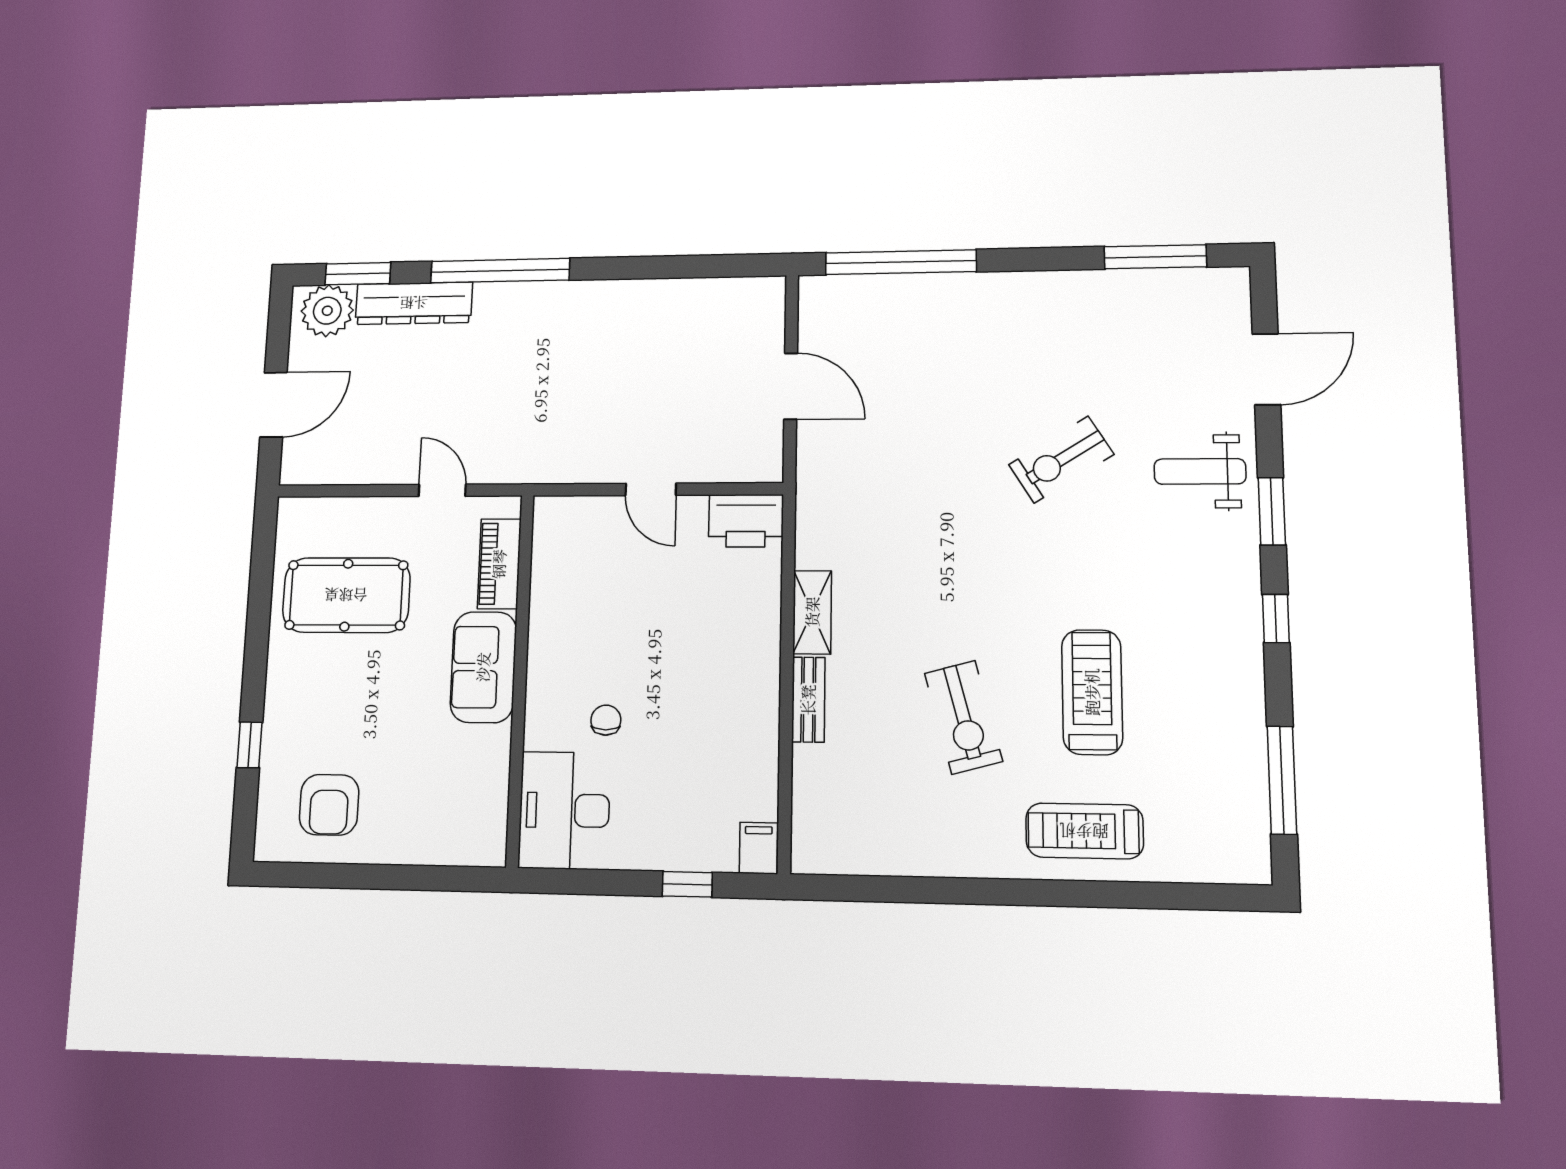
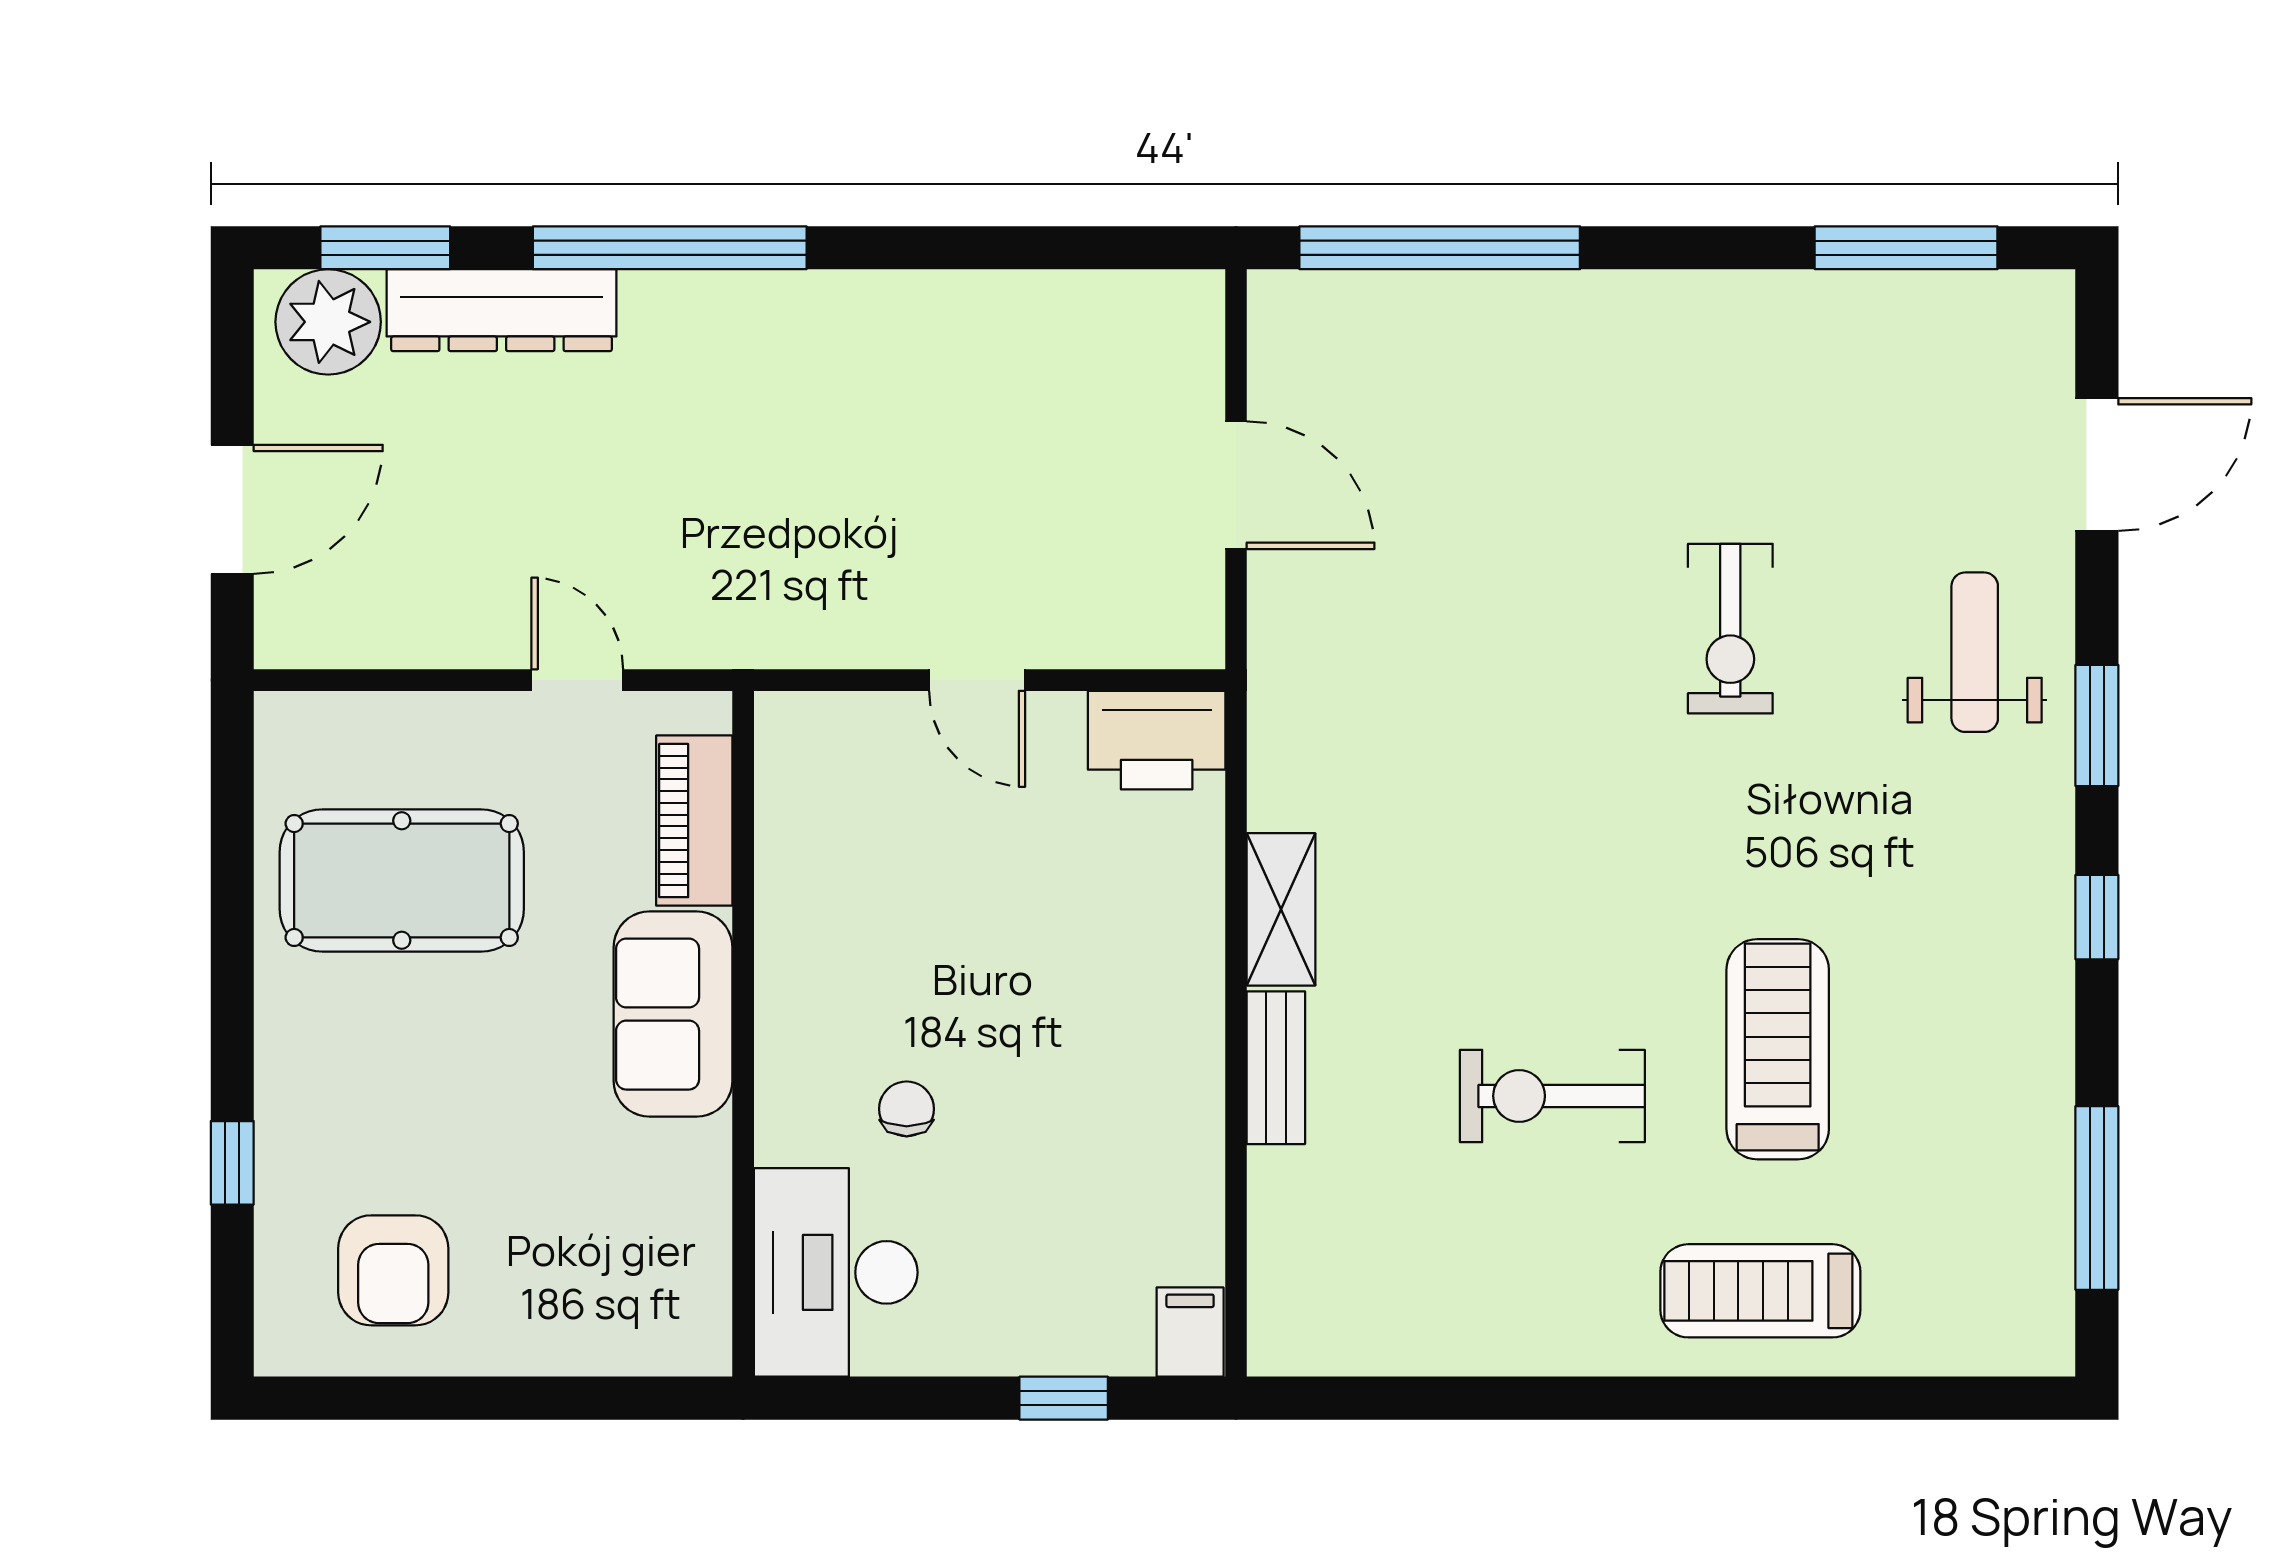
exercise bike: (1061, 460) -> (1730, 629), turned -58
weight bench: (1200, 471) -> (1975, 652), turned 90
exercise bike: (963, 717) -> (1552, 1096), turned 105

